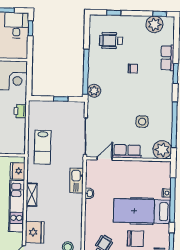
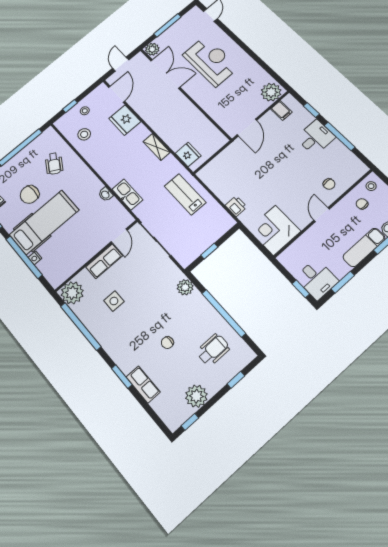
plant: (154, 24) -> (196, 396), moved
window: (86, 72) -> (224, 313), moved
kitchen unit: (17, 206) -> (161, 126), removed

